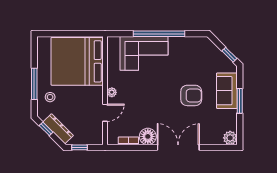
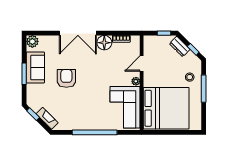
fireplace: (213, 50) -> (47, 118), added
corner sofa: (144, 53) -> (125, 107), moved, turned -90
sofa: (227, 91) -> (35, 68), moved
armchair: (191, 95) -> (66, 78), turned 90
dresser: (58, 129) -> (180, 47), width x0.70

